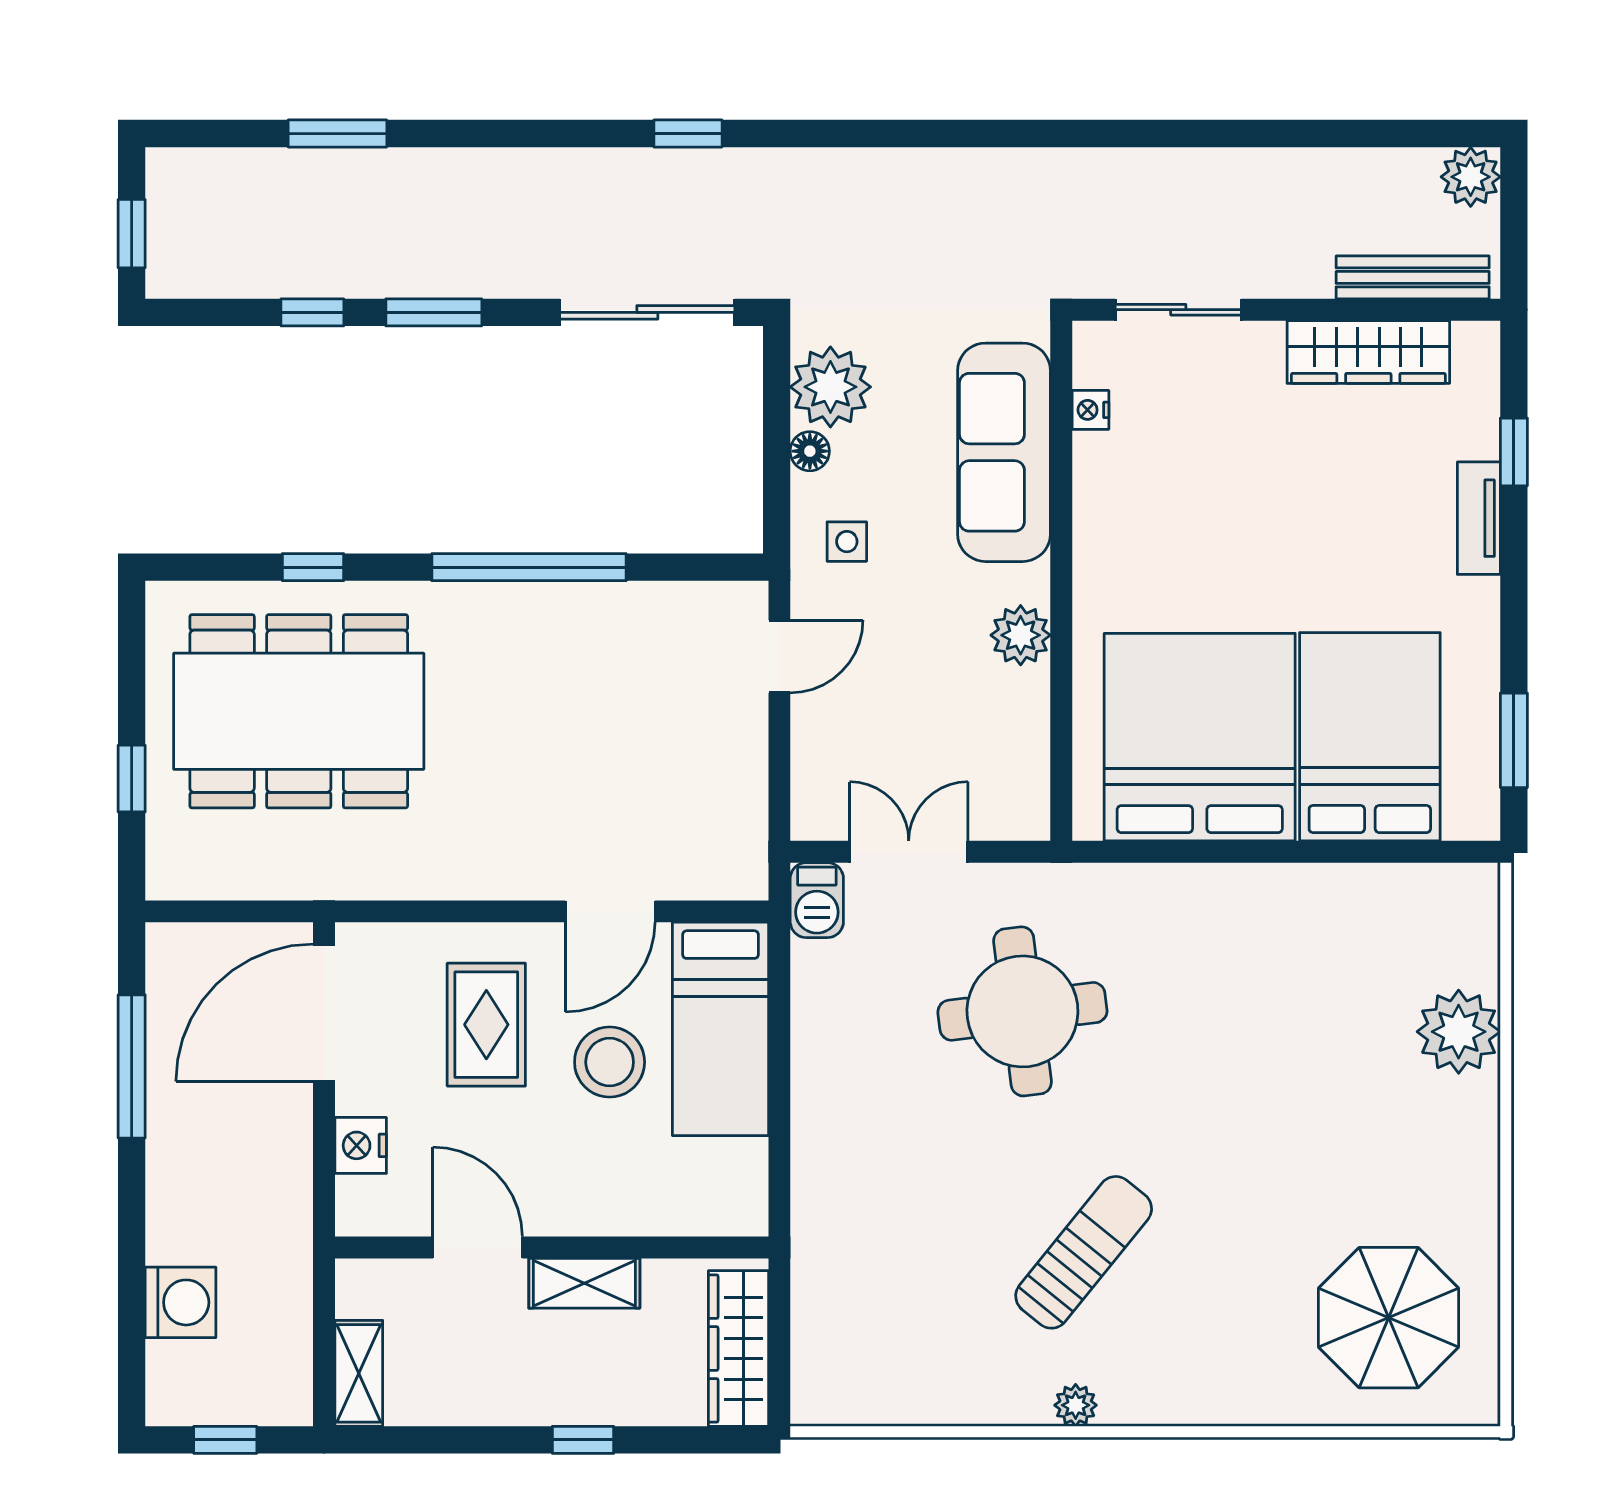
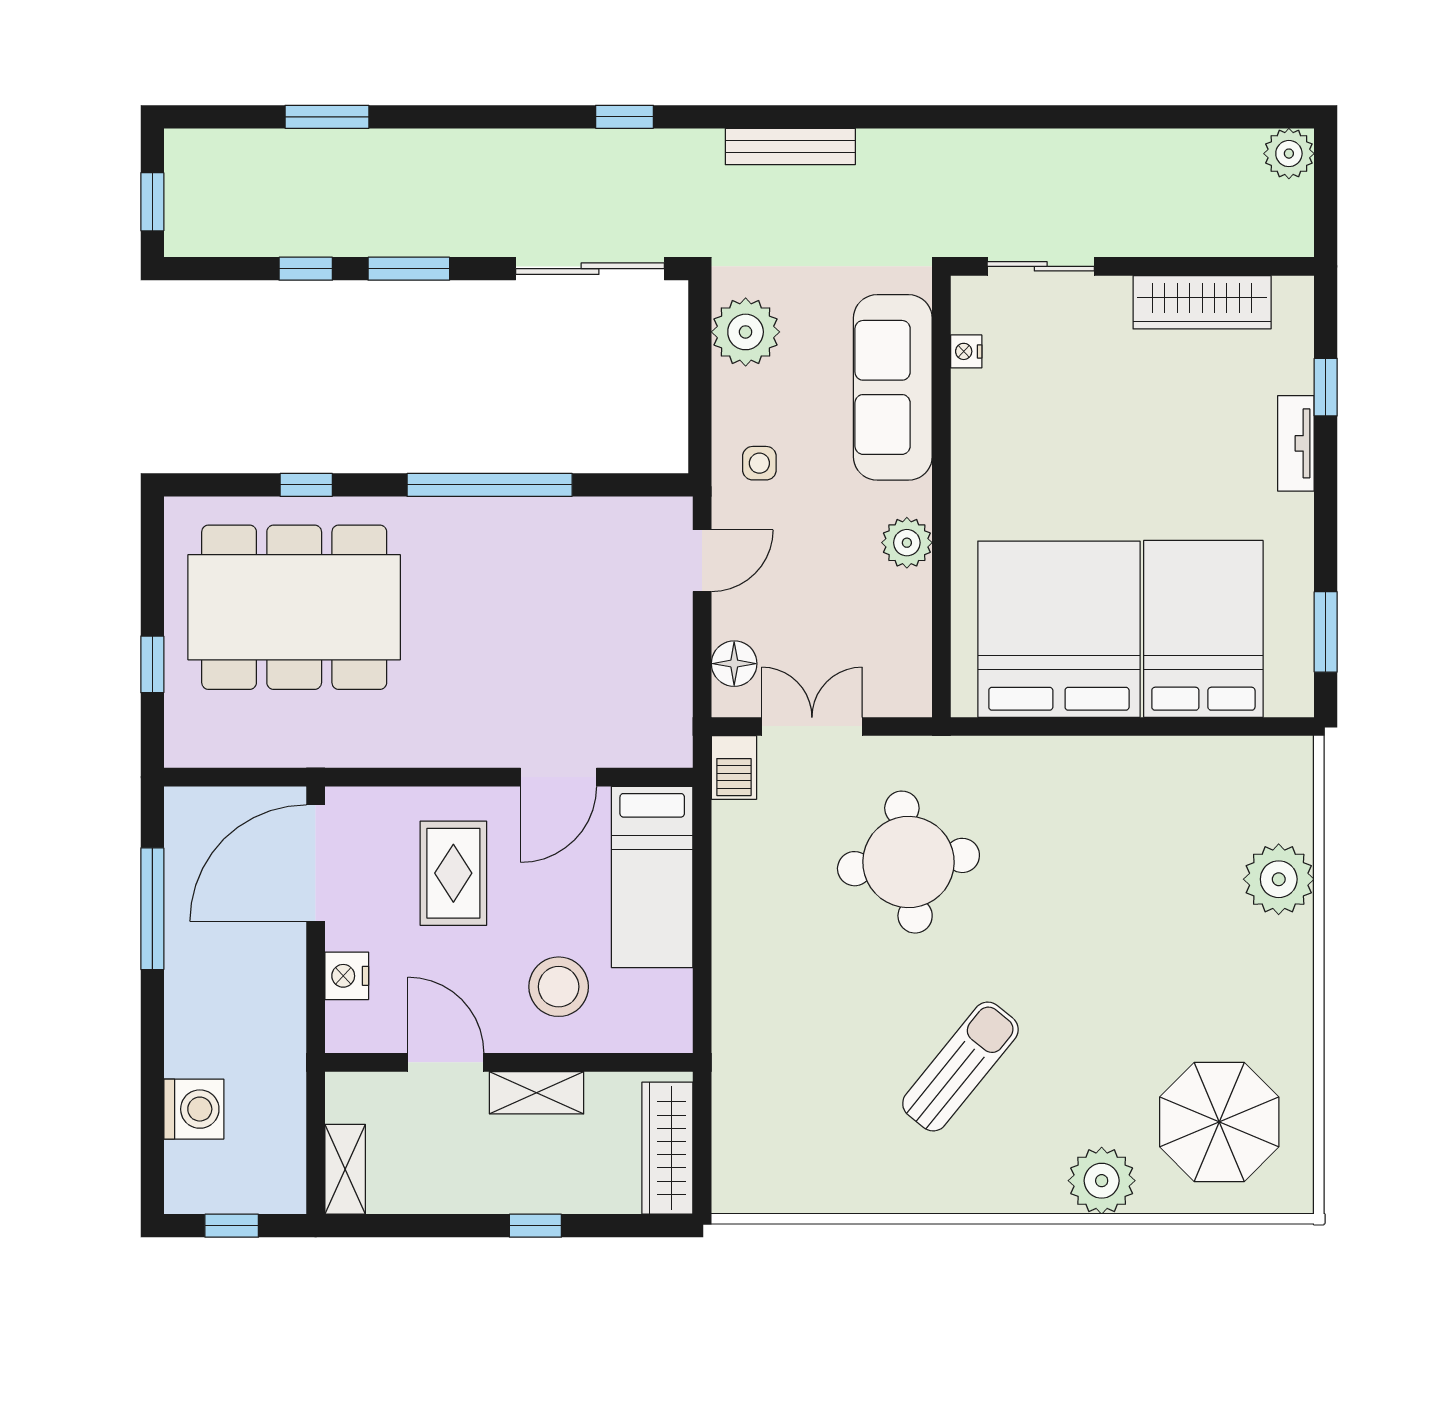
bench: (1413, 277) -> (790, 146), moved
floor lamp: (810, 451) -> (734, 664), moved, width x1.37, depth x1.37
stool: (610, 1062) -> (559, 987), moved
plant: (1076, 1405) -> (1102, 1181), moved, width x1.87, depth x1.87

